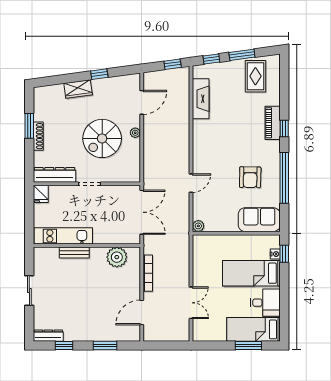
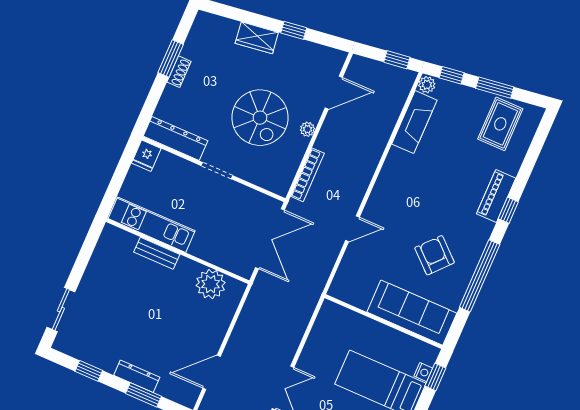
shoe rack: (38, 136) -> (179, 72), width x0.70
spiral stairs: (102, 138) -> (260, 118), turned -90
armchair: (250, 177) -> (435, 255), turned 131
sofa: (259, 220) -> (412, 313), width x1.36
plant: (198, 226) -> (427, 85), moved
bookcase: (148, 273) -> (307, 175), moved
sliding door: (29, 291) -> (61, 310), moved
dresser: (48, 336) -> (137, 376), moved

